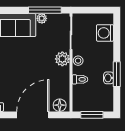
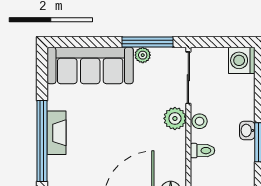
washing machine: (105, 33) -> (242, 60), moved
washbasin: (109, 78) -> (247, 130), moved

